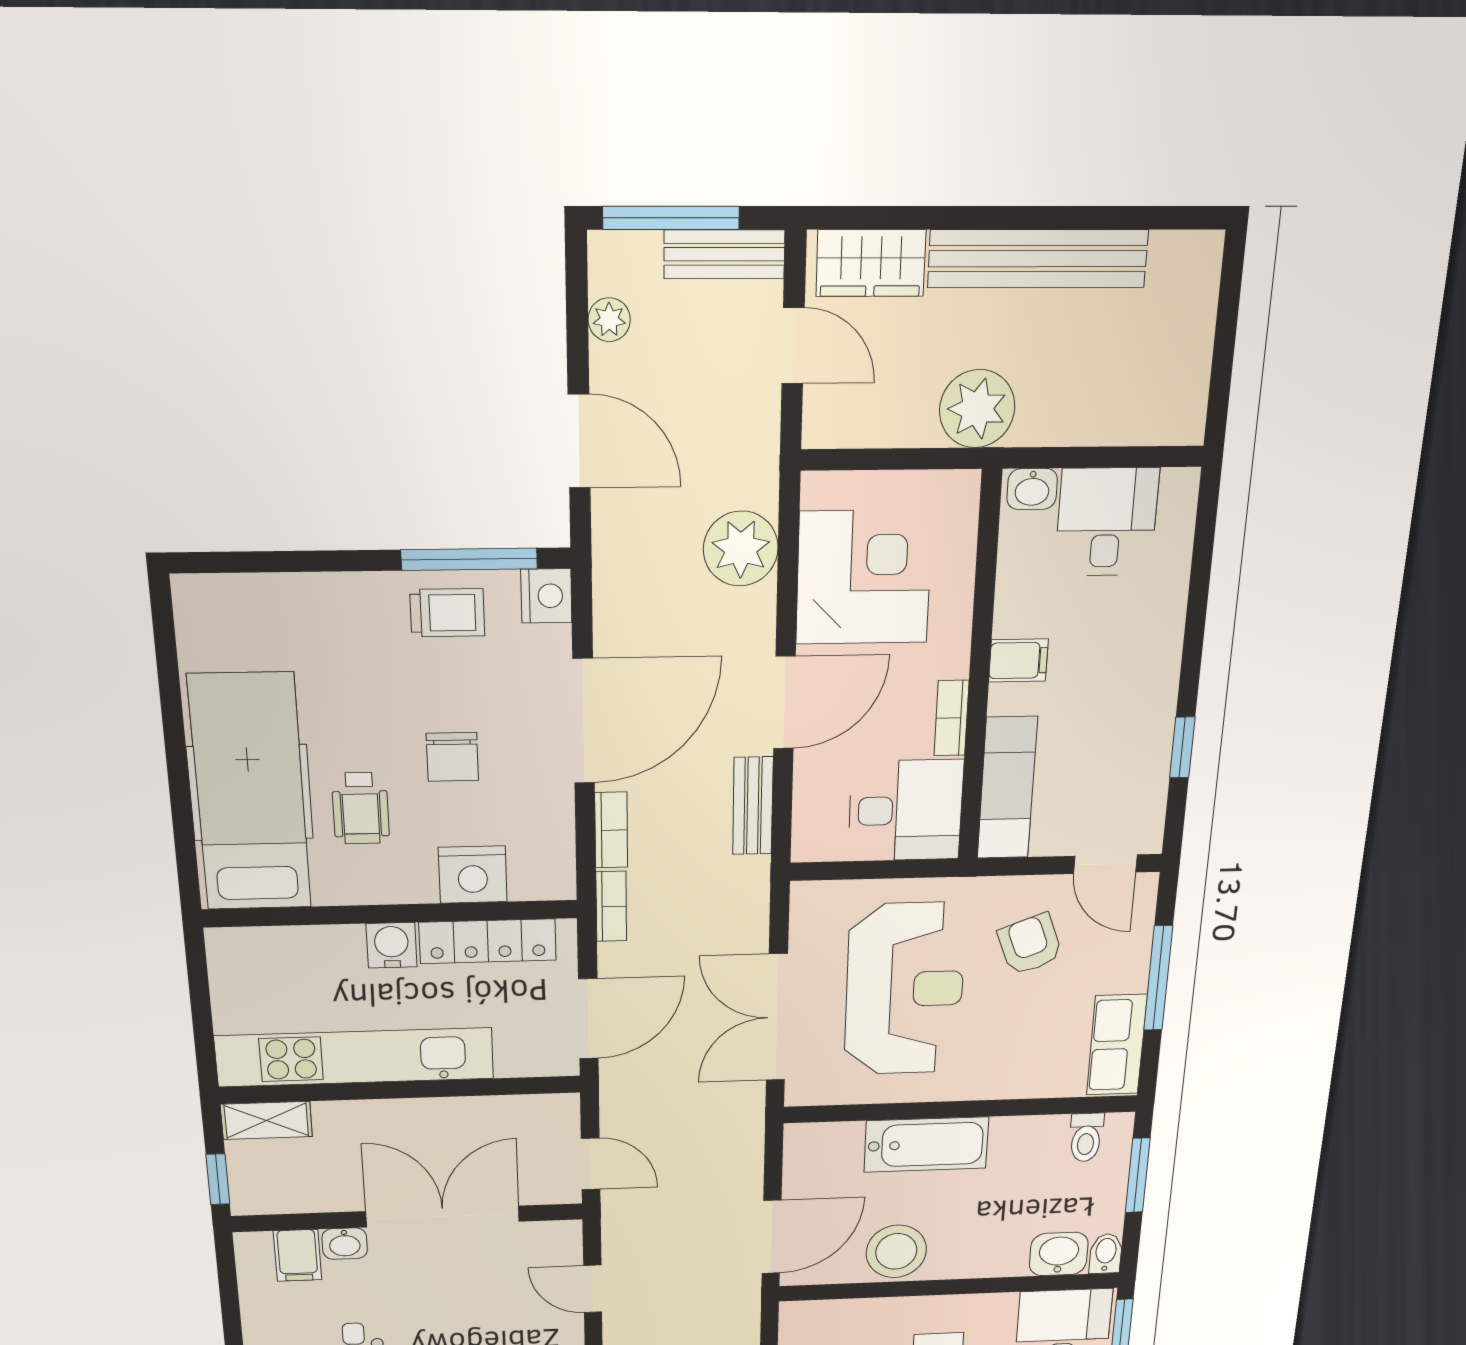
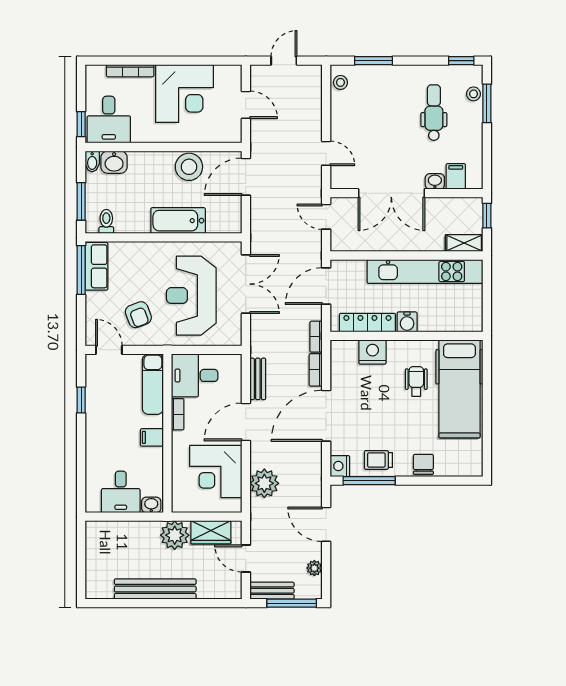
wardrobe: (871, 263) -> (211, 532), moved, turned 180
chair: (452, 757) -> (423, 464), moved
window: (1158, 978) -> (81, 270), moved

